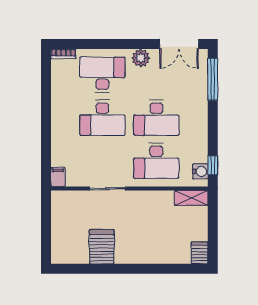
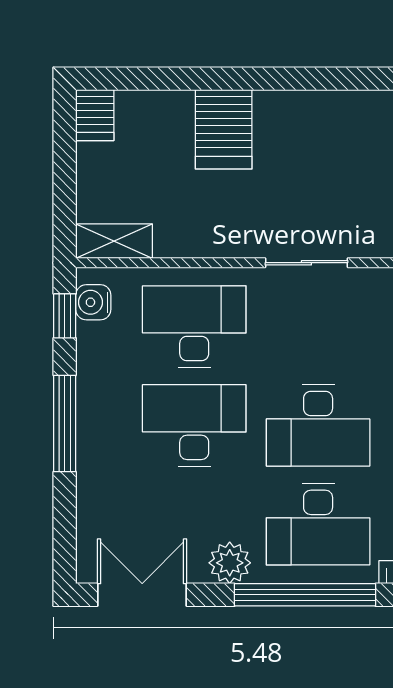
window: (108, 44) -> (305, 595), added
window: (213, 79) -> (65, 424), moved
desk: (102, 118) -> (318, 425), turned 180
server rack: (102, 247) -> (224, 129), moved

